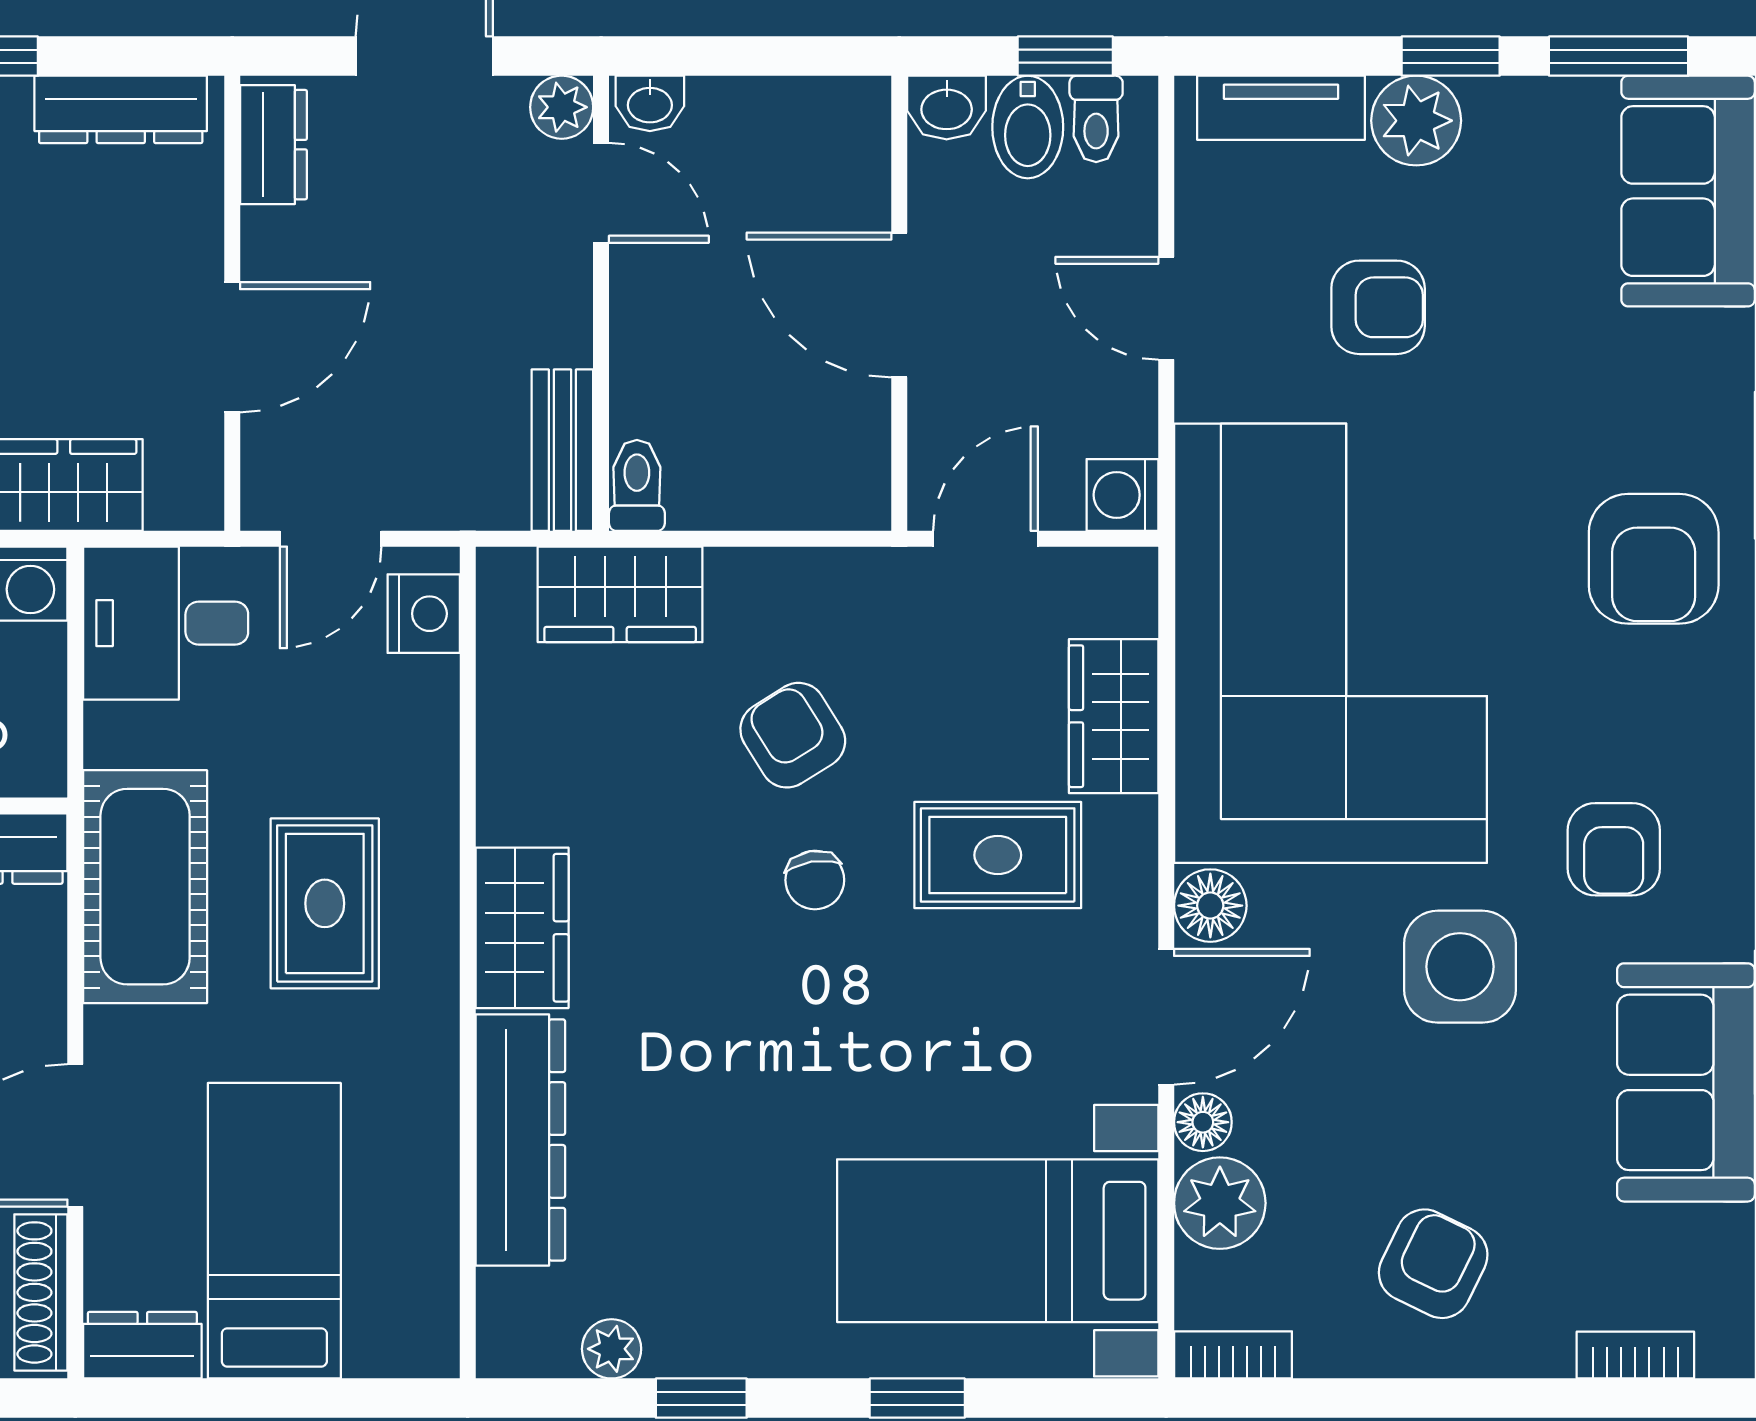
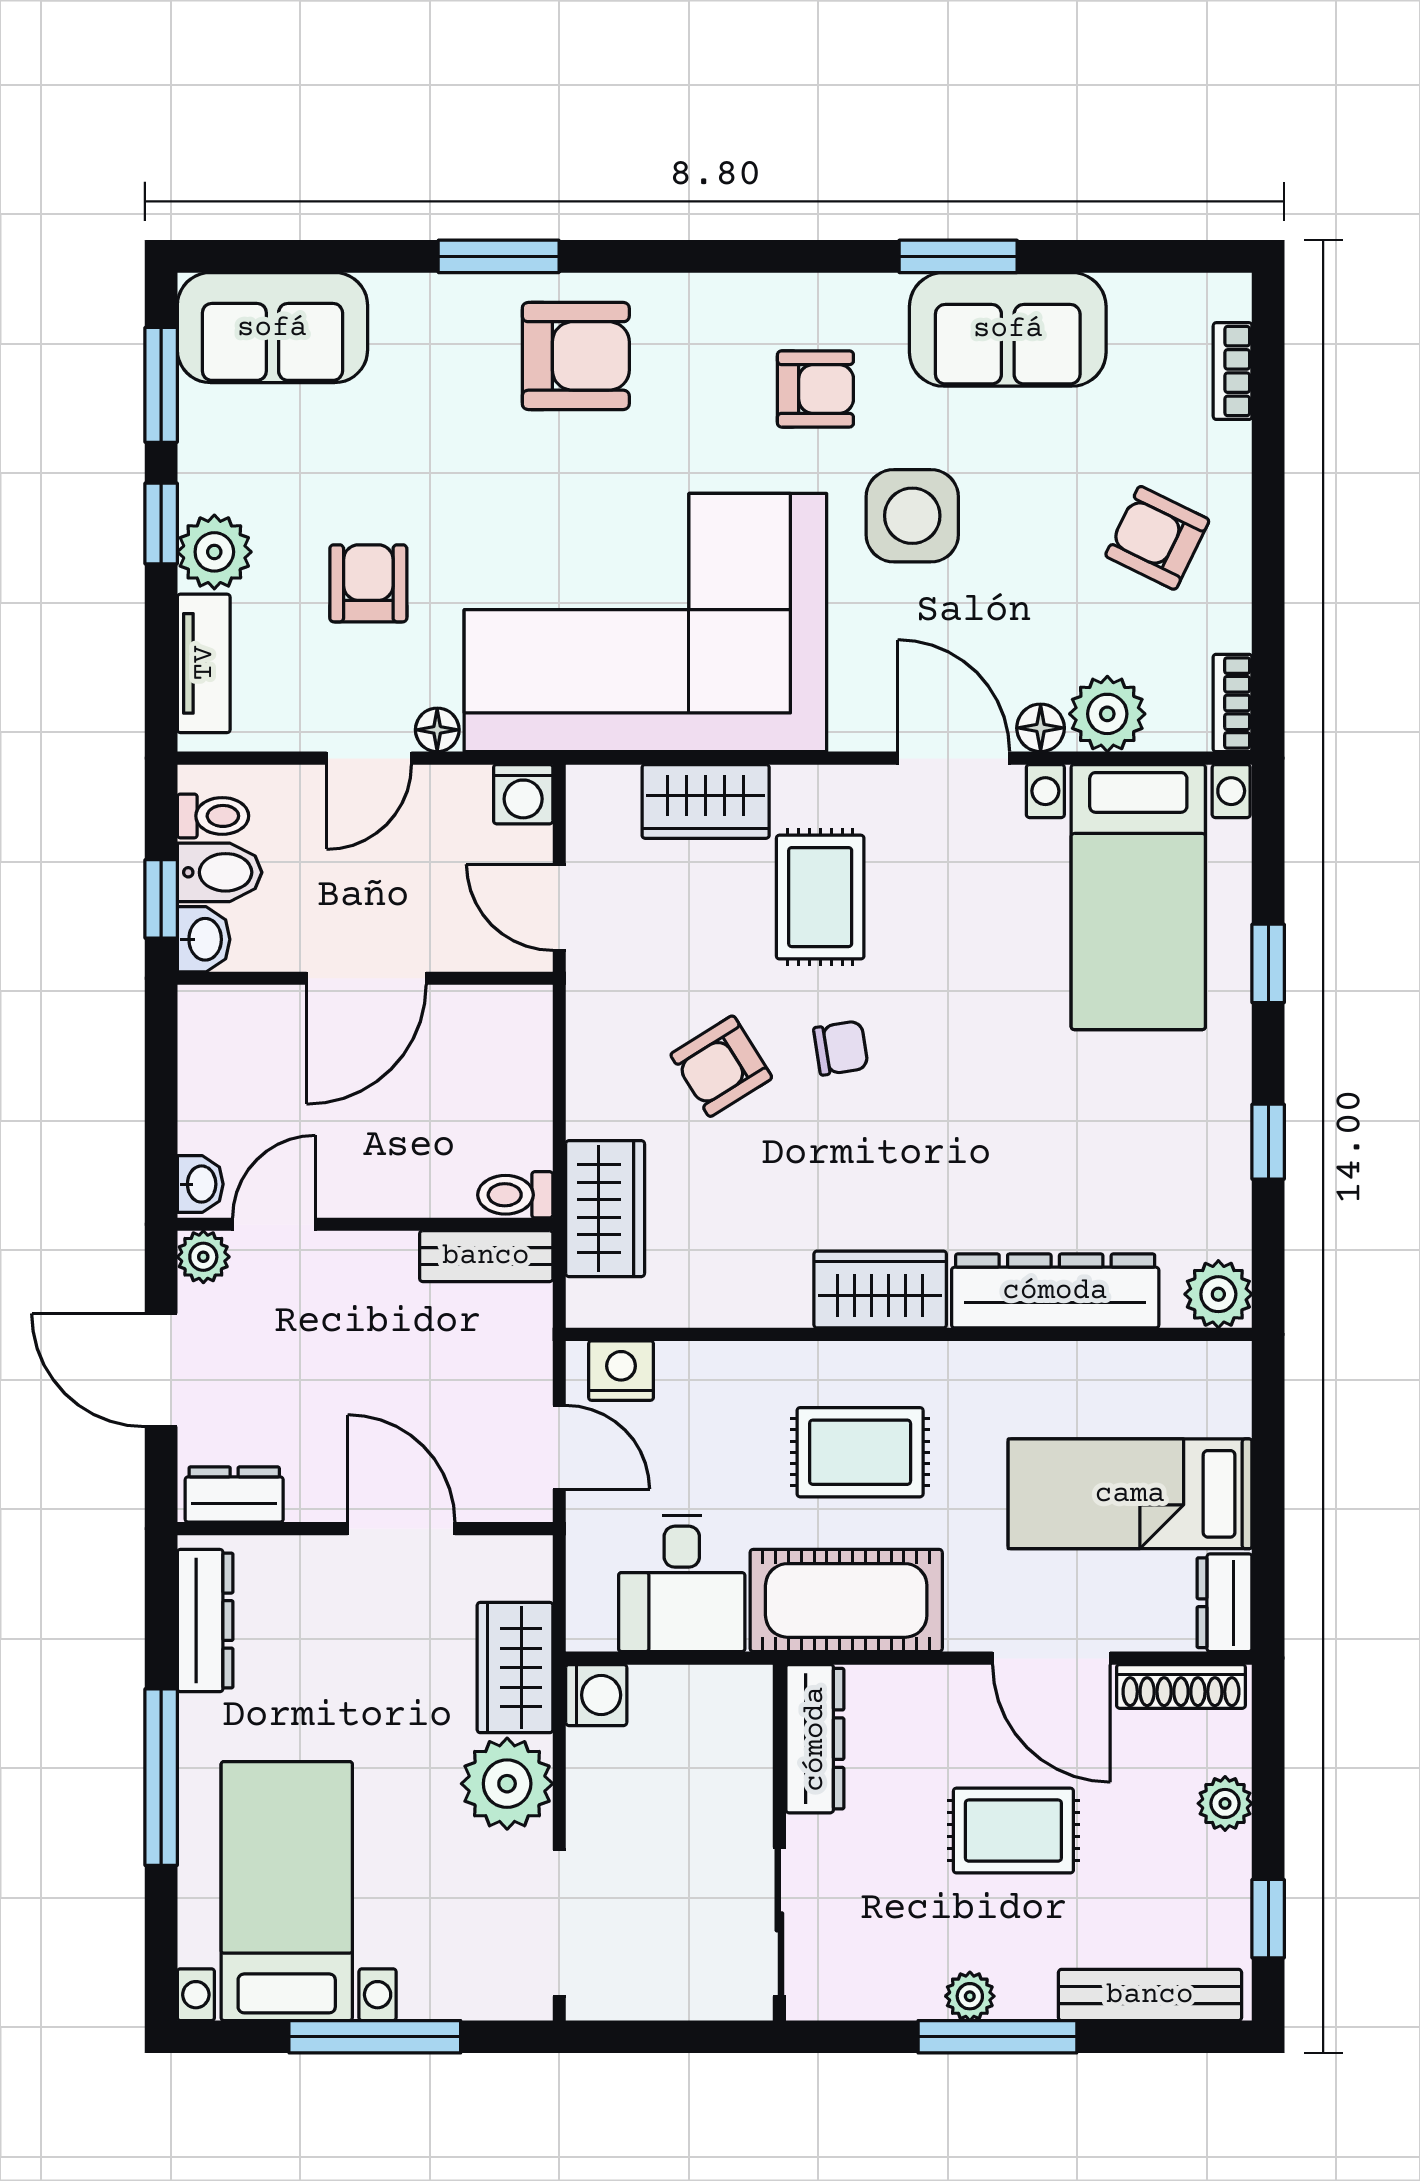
window: (1065, 56) -> (161, 899), moved
desk: (166, 623) -> (682, 1583), moved
floor lamp: (1210, 906) -> (437, 730), moved, width x0.73, depth x0.73
plant: (612, 1349) -> (1218, 1294), moved, width x1.38, depth x1.38

